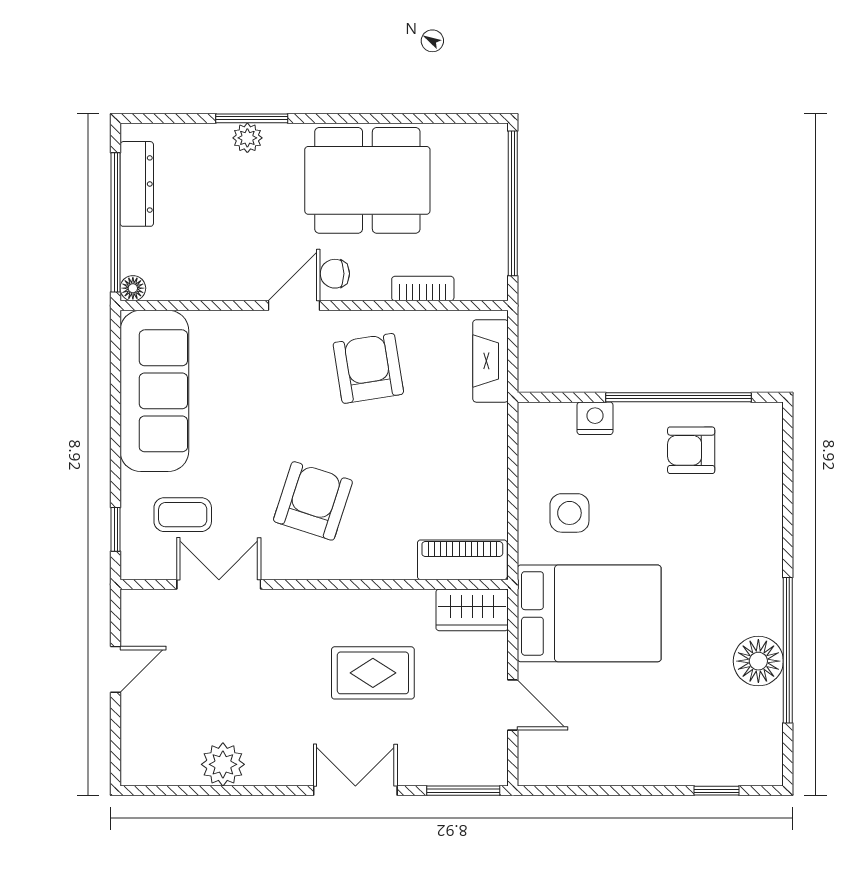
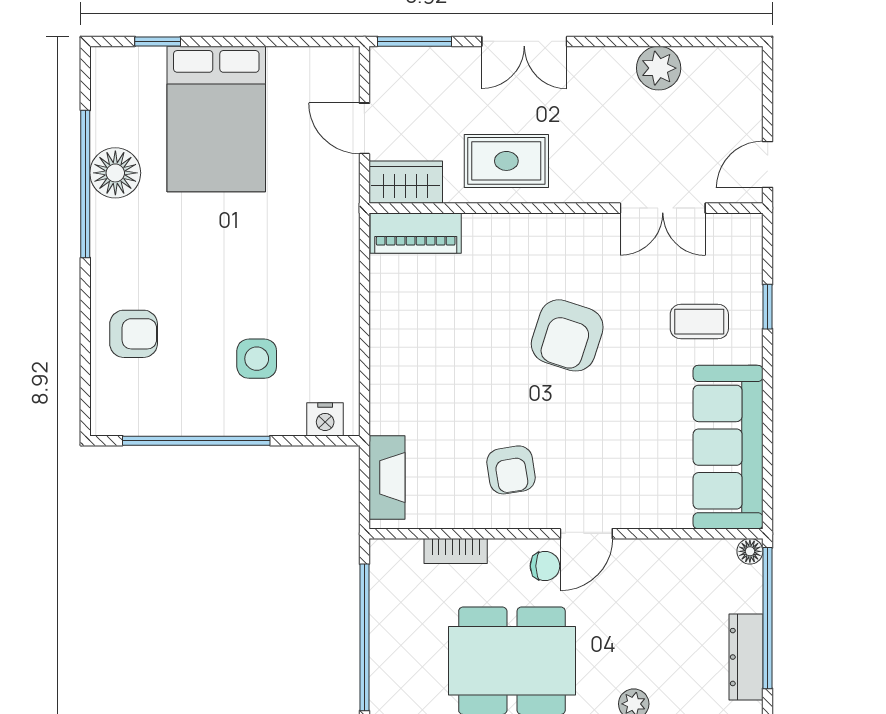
armchair: (368, 368) -> (511, 470), width x0.72, depth x0.72
nightstand: (595, 418) -> (325, 419), moved
armchair: (691, 450) -> (134, 334), moved
side table: (569, 513) -> (257, 359), moved
piano: (462, 560) -> (416, 233), moved
double door: (219, 584) -> (663, 208), moved
wall: (314, 584) -> (566, 208), moved
wardrobe: (472, 610) -> (406, 182), moved
bed: (589, 613) -> (216, 119), moved, turned -90

